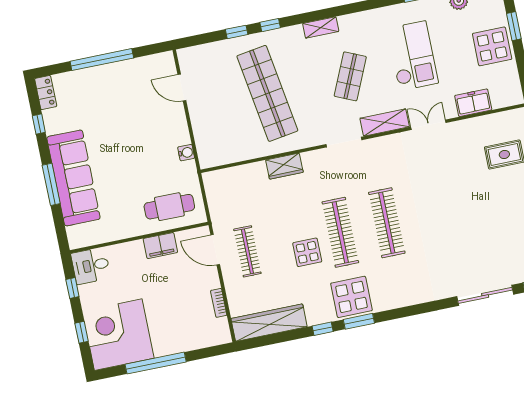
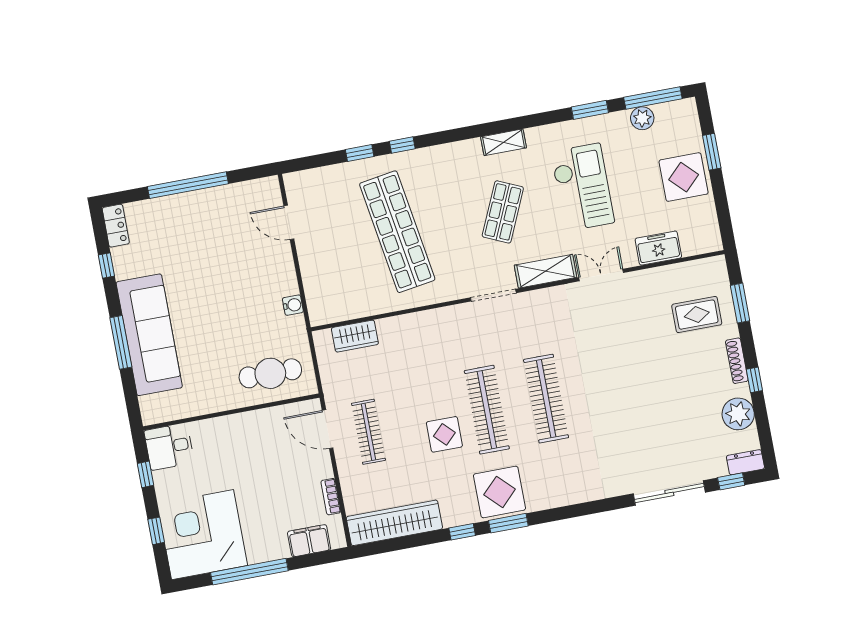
shelving: (321, 27) -> (504, 142), moved
wardrobe: (284, 166) -> (355, 336), moved
filing cabinet: (160, 246) -> (309, 541), moved, turned 180

